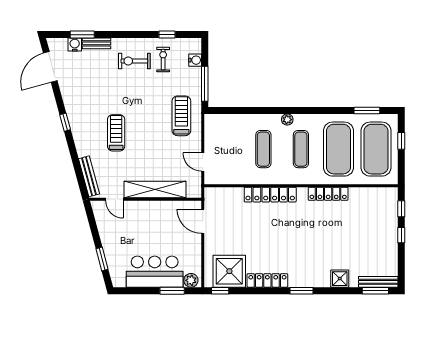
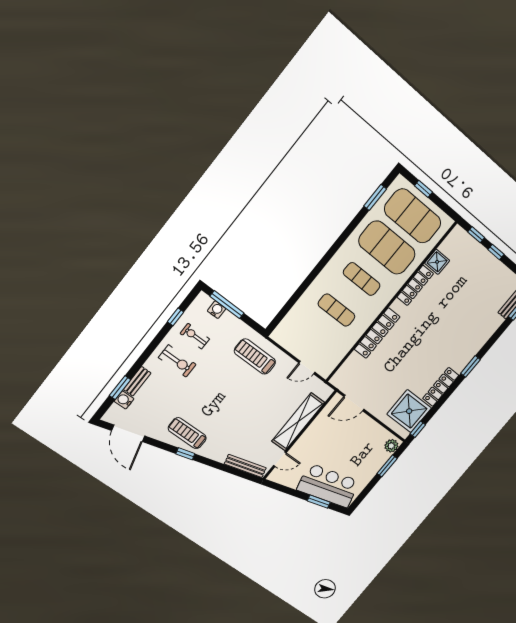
exercise bike: (134, 61) -> (177, 361), turned -90
window: (205, 84) -> (227, 305), moved
plant: (287, 120) -> (328, 271), removed
treadmill: (116, 133) -> (187, 433), moved
bar counter: (155, 272) -> (328, 486), moved, turned 75
shower: (340, 279) -> (437, 262), moved

